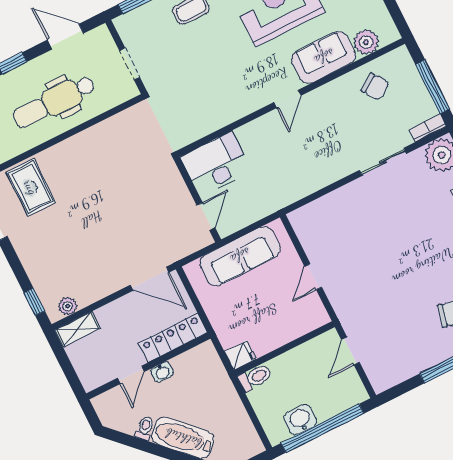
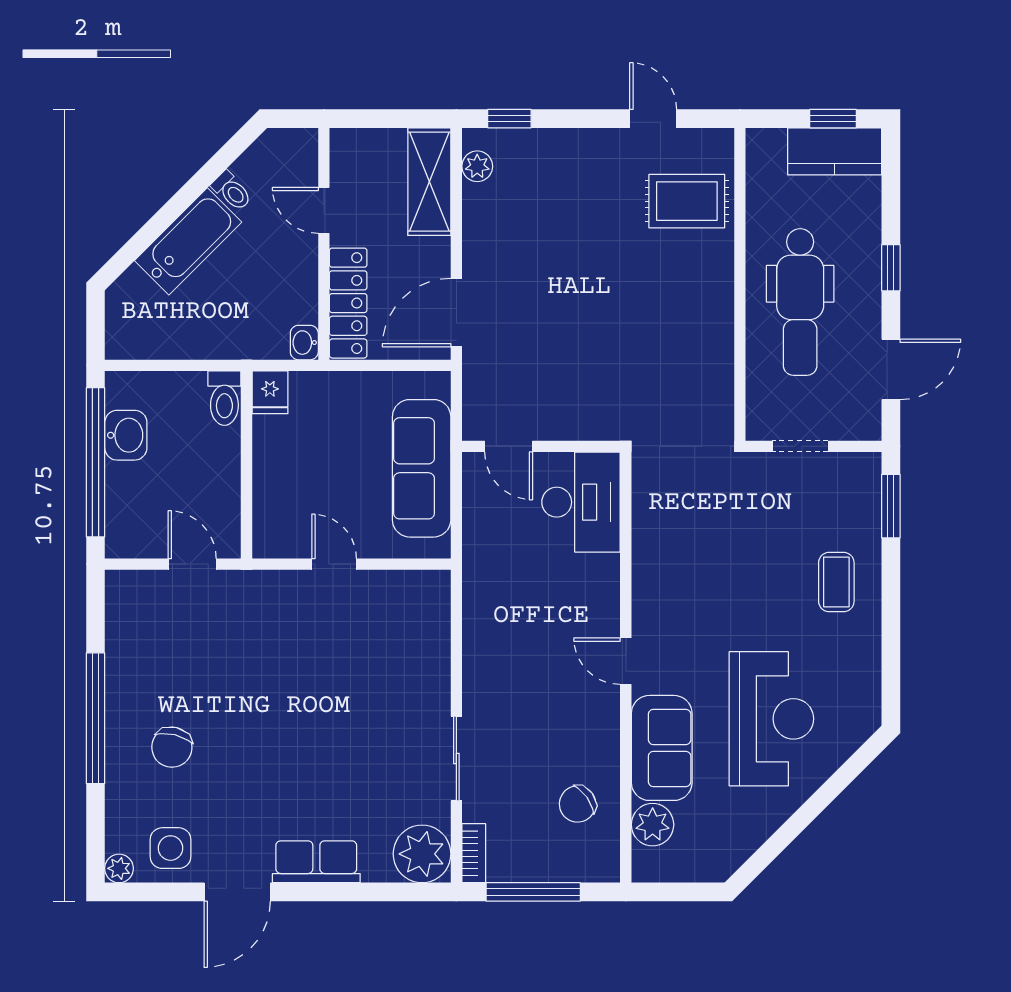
dental chair: (54, 102) -> (800, 302), turned 180
shelving: (77, 329) -> (429, 182), width x1.50, depth x1.33
washbasin: (162, 372) -> (304, 343), moved

